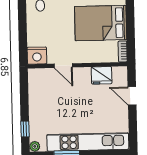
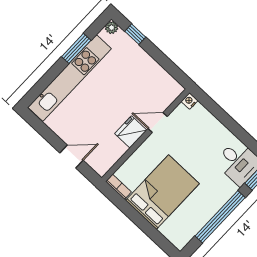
nightstand: (37, 56) -> (190, 101), width x0.53, depth x0.56
fridge: (102, 75) -> (131, 132), moved

